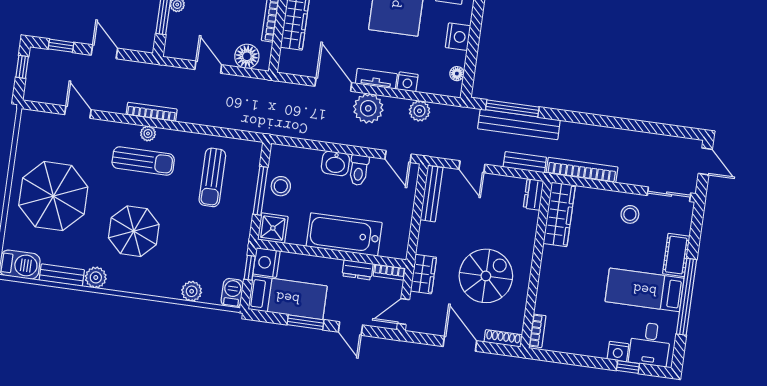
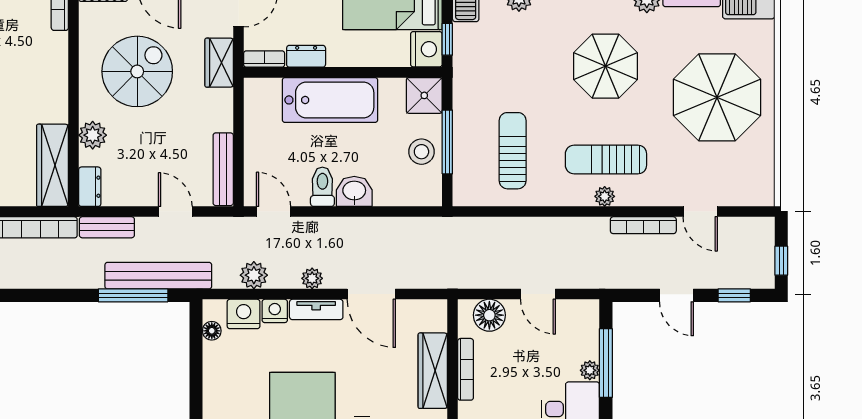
nightstand: (458, 37) -> (244, 314), moved, turned 90
plant: (368, 108) -> (312, 278), width x0.53, depth x0.53
bookcase: (152, 112) -> (643, 225), moved
bench: (519, 124) -> (158, 276), moved
plant: (526, 233) -> (93, 135), added
spiral stairs: (486, 276) -> (137, 71), turned 180

